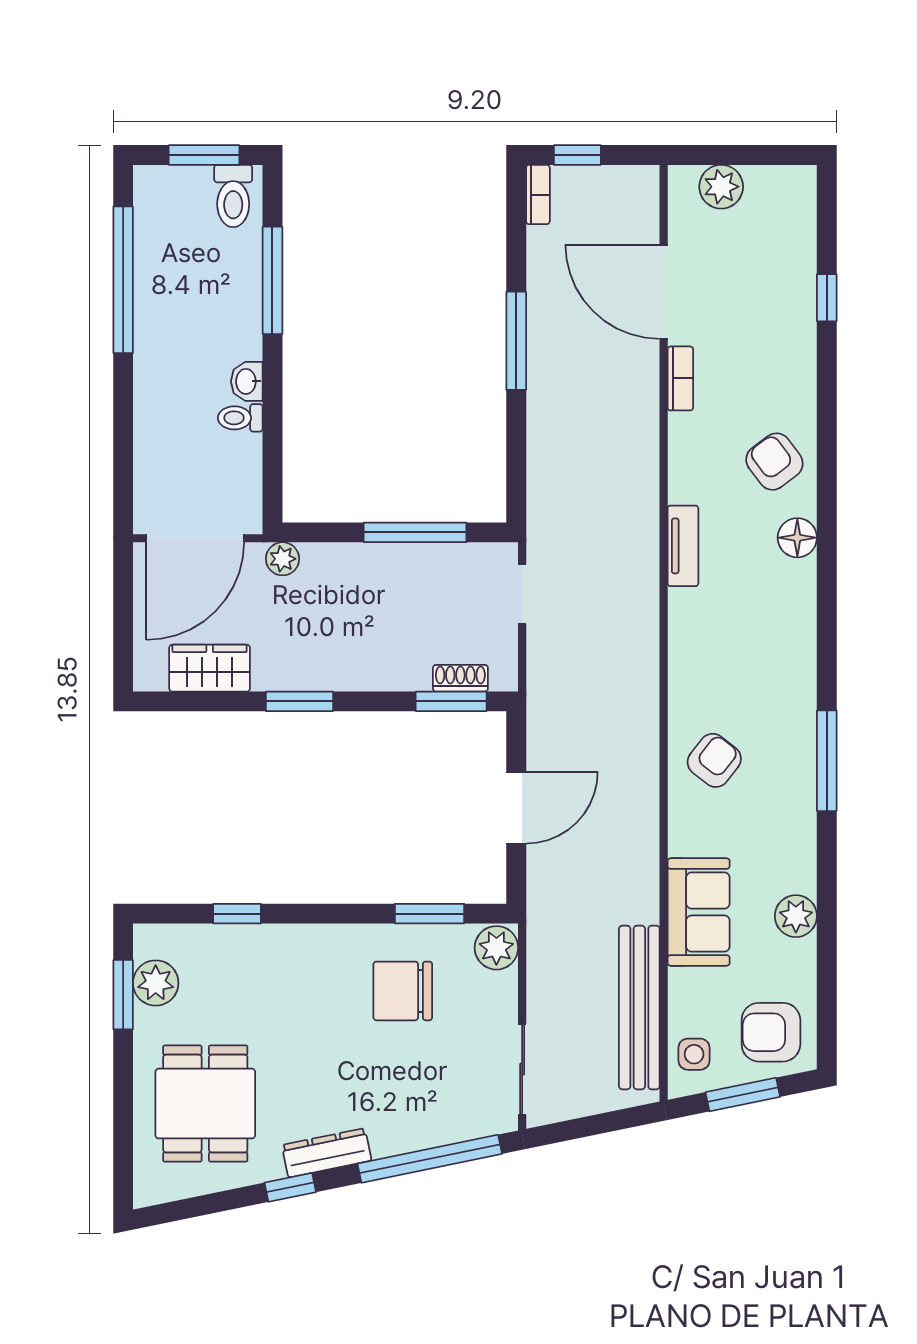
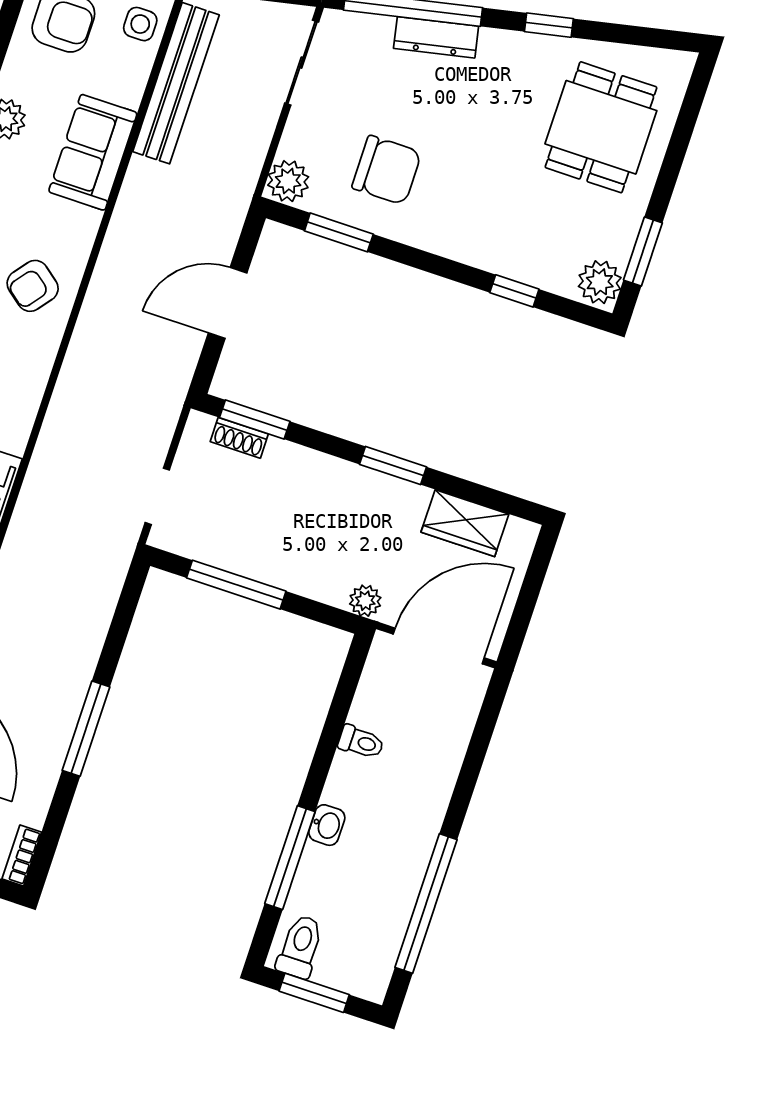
washbasin: (247, 381) -> (327, 825), moved
plant: (156, 983) -> (600, 282), moved
dresser: (327, 1153) -> (436, 37), moved

